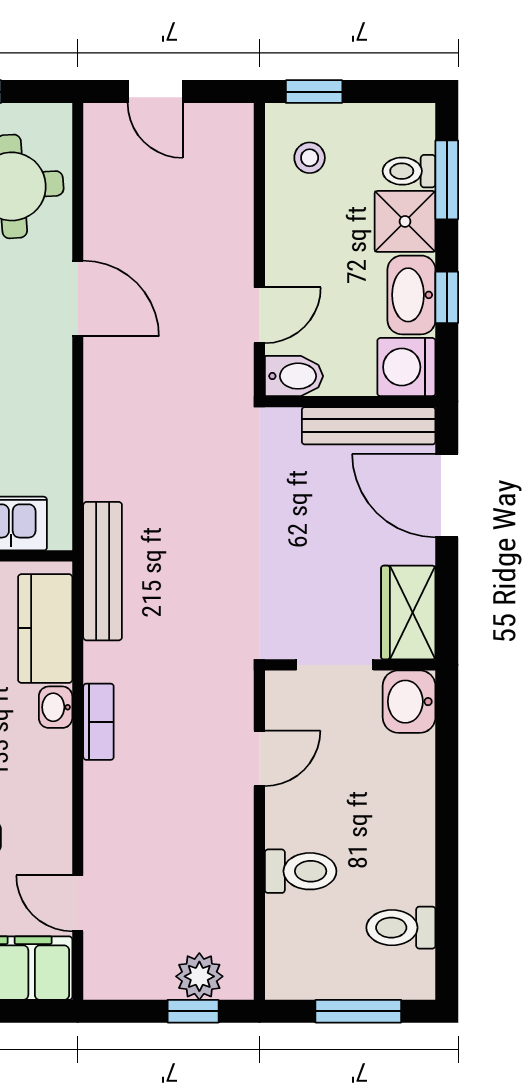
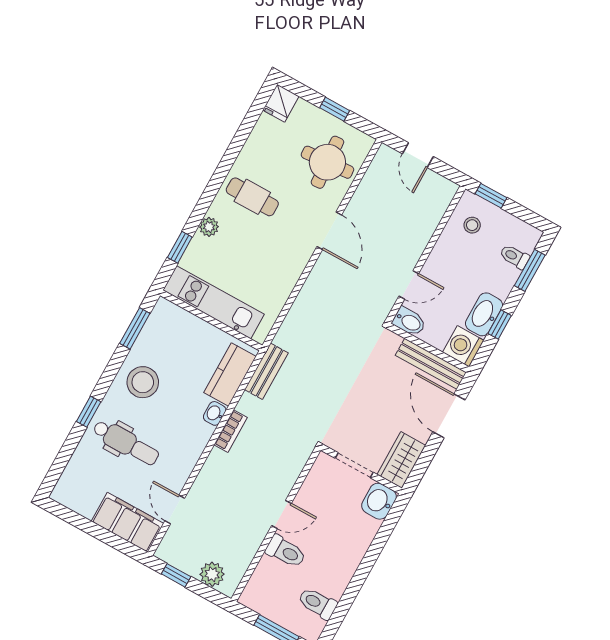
shower: (405, 221) -> (500, 279), removed
bench: (103, 571) -> (266, 371), width x0.73
door: (259, 758) -> (281, 514), moved
window: (193, 1011) -> (176, 575), moved

